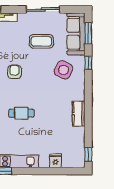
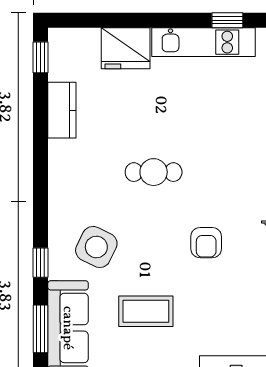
cafe table: (21, 113) -> (154, 172), moved
kitchen counter: (79, 114) -> (62, 110), moved
fridge: (55, 161) -> (126, 48), width x1.88, depth x1.34

